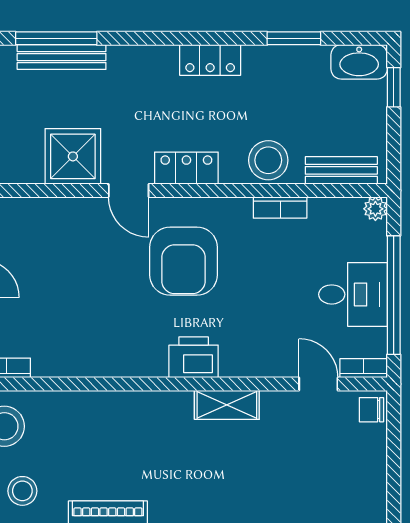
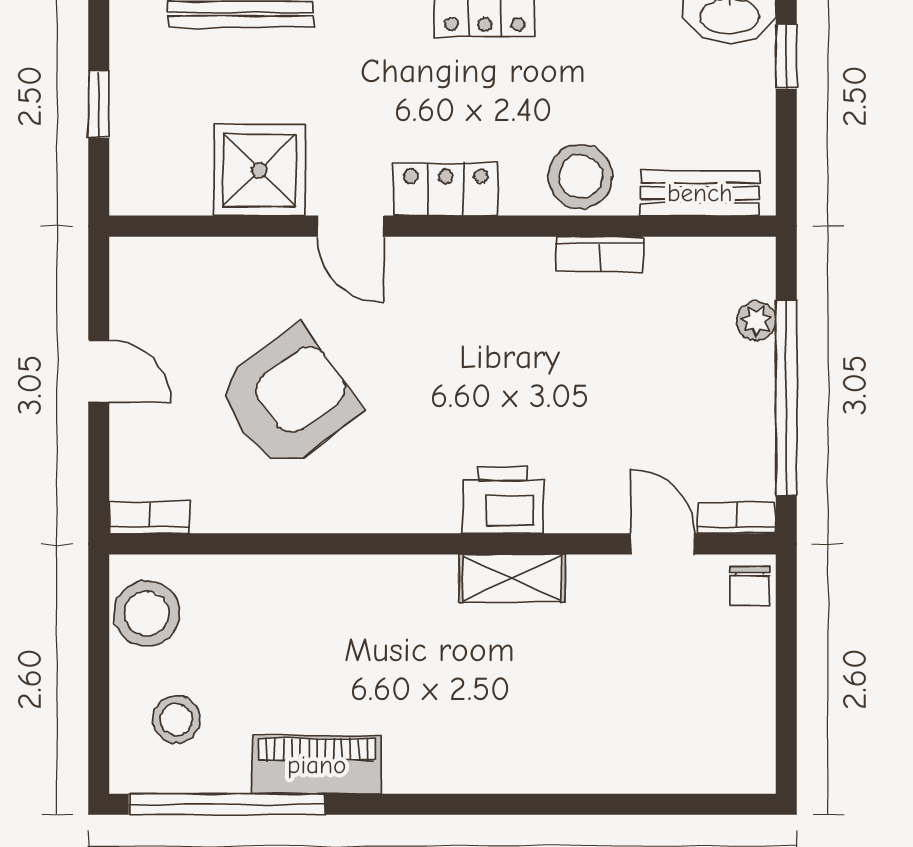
plant: (375, 209) -> (756, 321), moved
armchair: (183, 261) -> (288, 398), moved, turned -126
desk: (353, 294) -> (719, 397), removed
printer: (194, 357) -> (503, 500), moved
chair: (371, 410) -> (750, 586), turned -90

